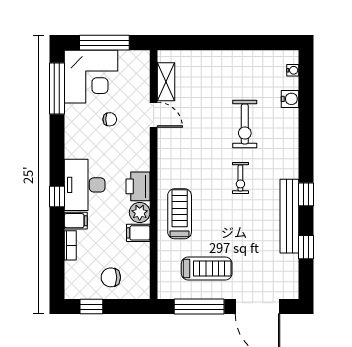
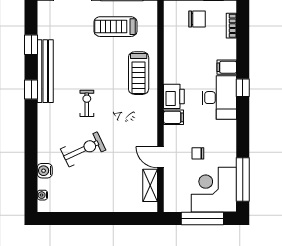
exercise bike: (245, 124) -> (83, 149), turned 65
plant: (140, 213) -> (172, 74), removed
filing cabinet: (138, 233) -> (174, 117), moved
bookcase: (70, 245) -> (231, 26), moved

